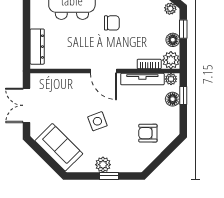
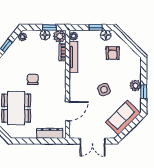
window: (183, 29) -> (49, 27), moved
door: (103, 71) -> (68, 111), moved
window: (183, 95) -> (96, 27), moved
floor lamp: (173, 99) -> (106, 35), moved
window: (109, 176) -> (144, 92), moved

